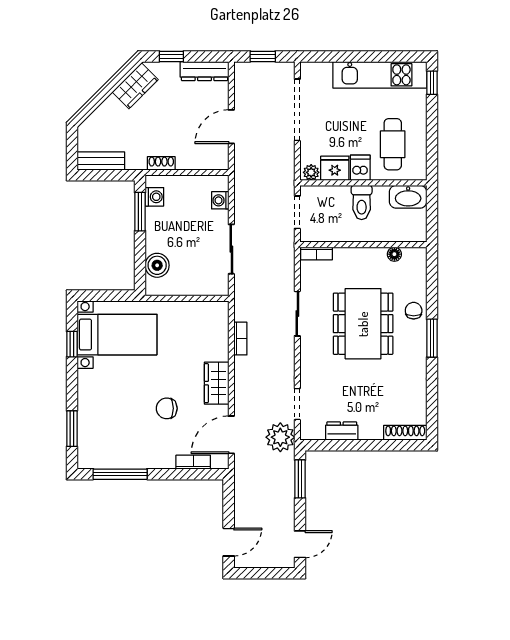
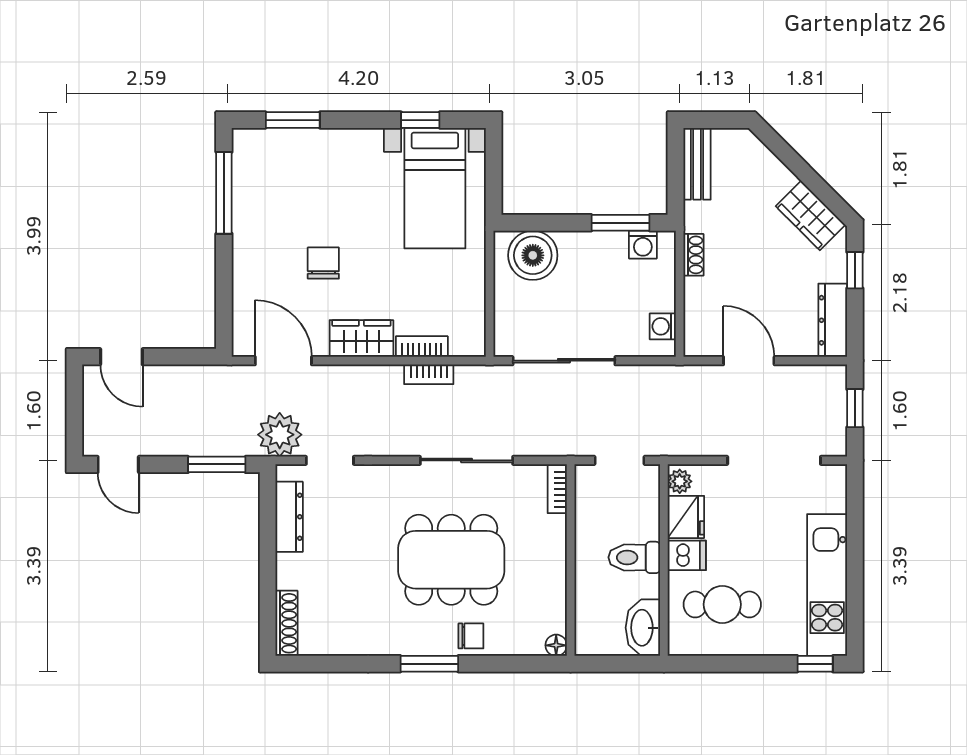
washing machine: (220, 200) -> (663, 326), moved, turned -90
sliding door: (231, 249) -> (564, 361), width x1.37
floor lamp: (394, 254) -> (556, 645), moved
boiler: (157, 265) -> (533, 255), width x1.37, depth x1.37
sliding door: (297, 314) -> (467, 460), width x1.37
dresser: (342, 431) -> (289, 517), width x1.44
bookcase: (193, 462) -> (422, 347), moved, turned -90

